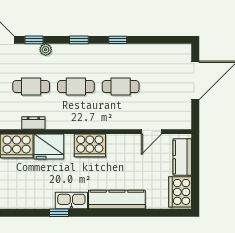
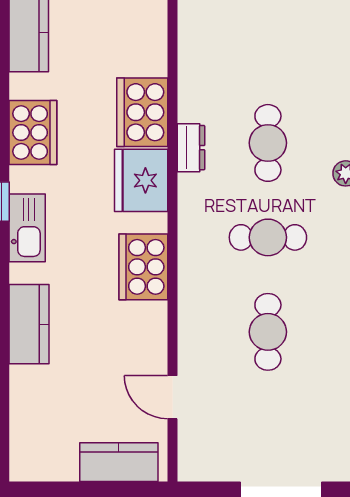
cafe table: (76, 87) -> (268, 237), turned 90
cooker: (180, 192) -> (33, 133), moved, turned 90
kitchen counter: (117, 200) -> (29, 324), width x0.67

